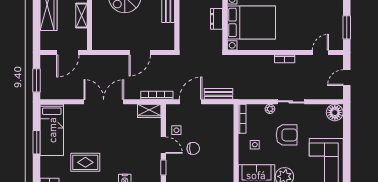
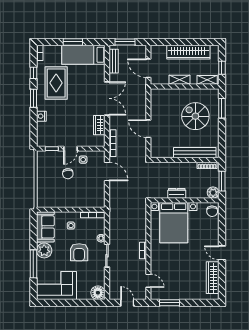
bench: (218, 94) -> (114, 61), moved
wardrobe: (149, 111) -> (99, 125), moved
rug: (85, 162) -> (56, 83), width x1.36, depth x1.43

